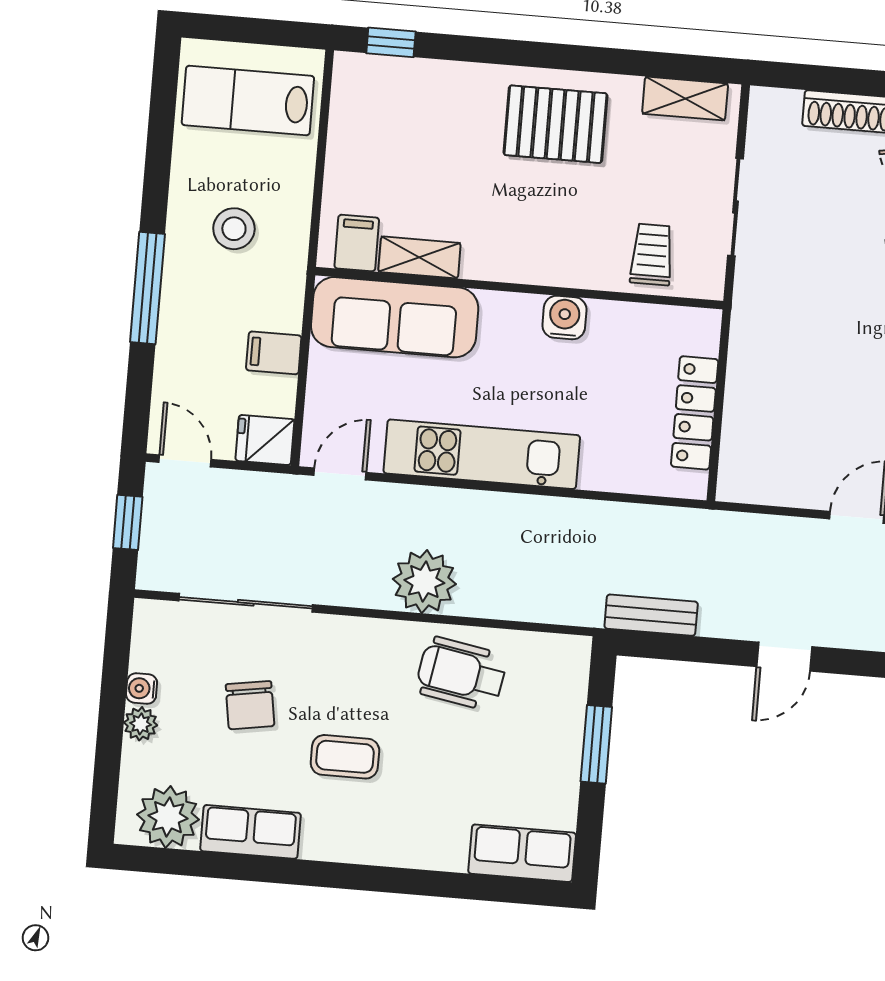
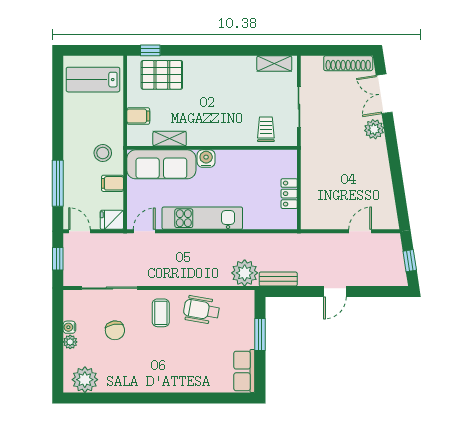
pallet: (555, 124) -> (162, 75), moved
stool: (234, 229) -> (103, 153), moved
filing cabinet: (357, 243) -> (138, 116), moved, turned 90
window: (147, 288) -> (58, 183), moved
water cooler: (564, 318) -> (206, 159), moved
locker: (695, 413) -> (289, 194), width x0.66
plant: (424, 582) -> (245, 273), moved
coffee table: (345, 757) -> (161, 313), moved, turned 90
row of seats: (250, 832) -> (120, 383), removed
row of seats: (522, 853) -> (244, 371), moved, turned -90

